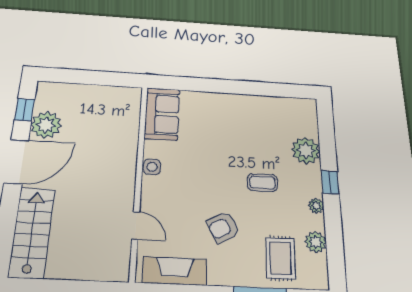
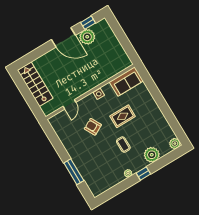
armchair: (223, 227) -> (93, 127), moved
stairs: (32, 232) -> (35, 84), moved, turned -90
plant: (316, 242) -> (175, 144), moved
rug: (281, 258) -> (123, 116), moved
fireplace: (175, 271) -> (62, 132), removed

